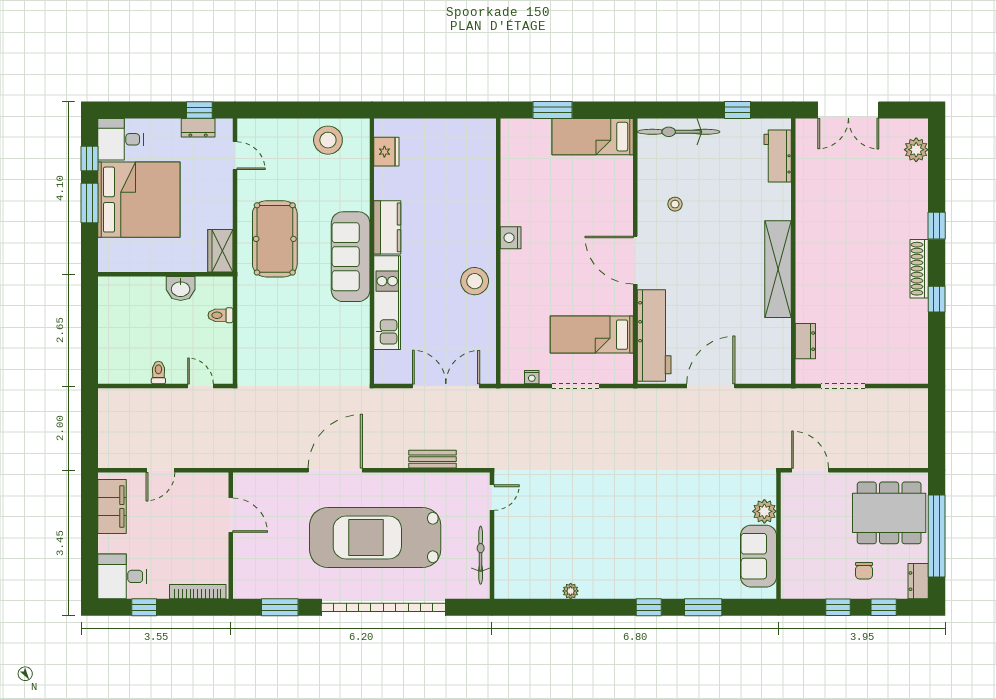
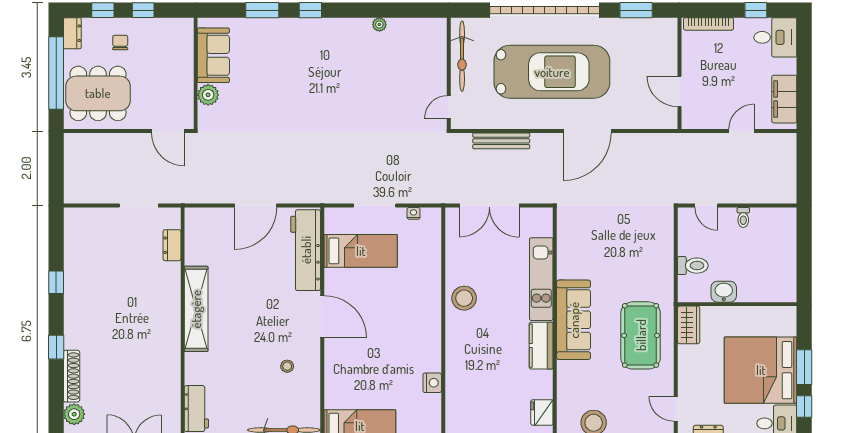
nightstand: (511, 238) -> (432, 383), moved
shoe rack: (919, 269) -> (72, 376), moved
toilet: (220, 315) -> (693, 266), width x1.37, depth x1.39
bench: (433, 459) -> (501, 141), width x1.36
bicycle: (481, 555) -> (462, 56), width x1.37, depth x1.40

